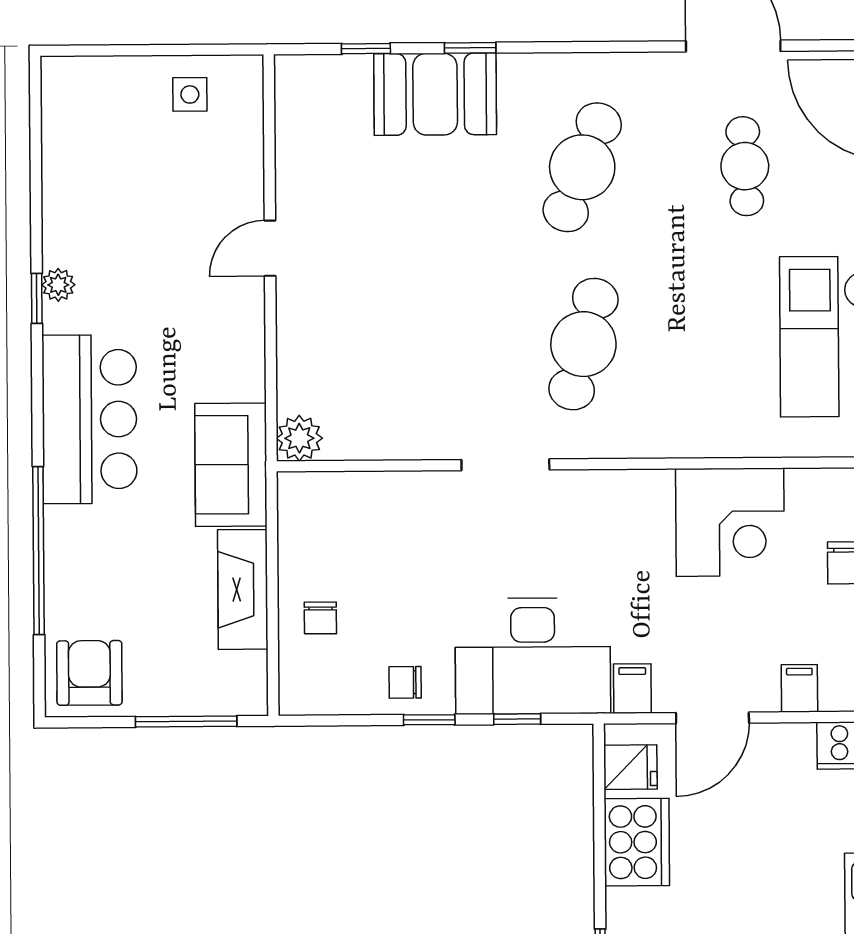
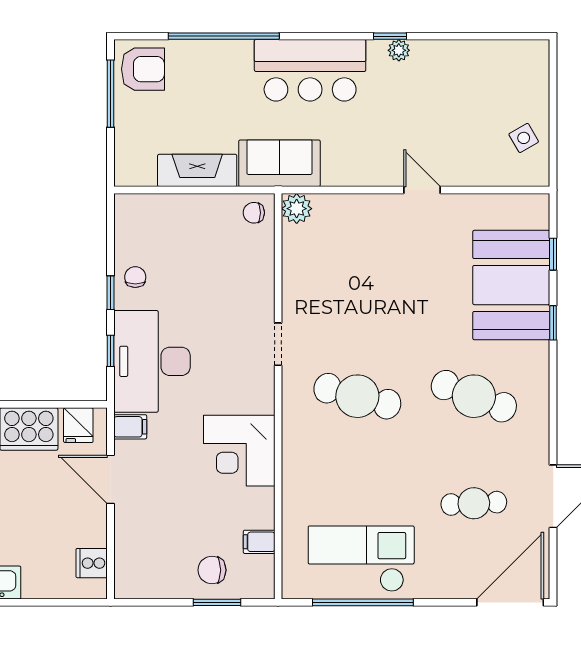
side table: (190, 94) -> (524, 138), turned -30
booth: (435, 94) -> (511, 285), width x1.36, depth x1.42
doorway: (505, 465) -> (278, 344), width x0.73
corner desk: (730, 522) -> (239, 451), moved
chair: (320, 618) -> (254, 213), moved
filing cabinet: (799, 688) -> (259, 542), moved, turned 180
window: (186, 721) -> (110, 94), moved

